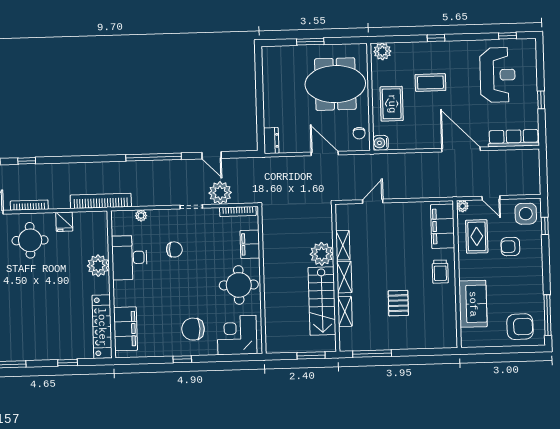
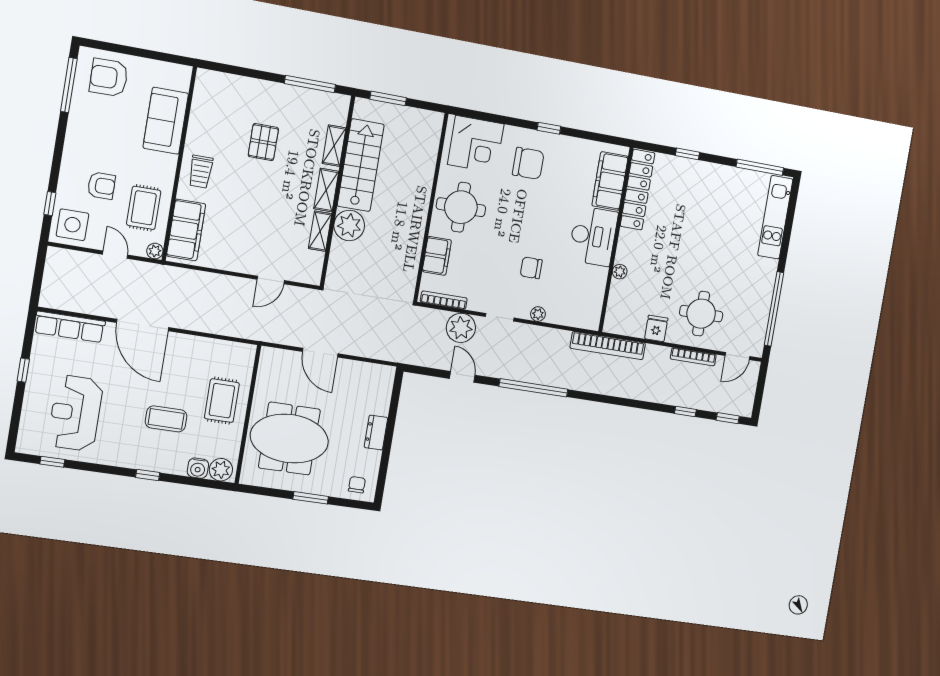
chair: (359, 133) -> (357, 485), moved
dresser: (271, 141) -> (376, 433), moved
water cooler: (381, 143) -> (198, 468), moved, turned 90
plant: (141, 216) -> (538, 314), moved
desk: (129, 258) -> (593, 236), moved
plant: (98, 266) -> (620, 272), width x0.53, depth x0.53
trolley: (440, 272) -> (201, 172), turned 180

